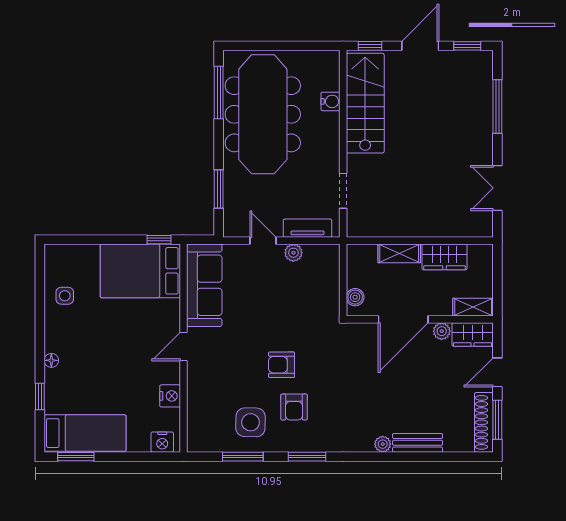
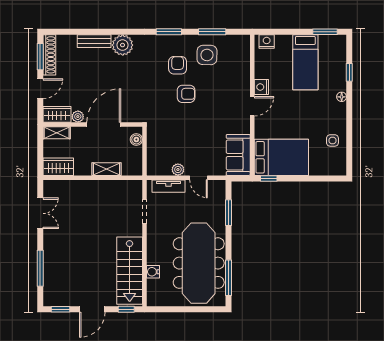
wardrobe: (445, 257) -> (58, 167), moved
sofa: (204, 285) -> (238, 155), width x0.73
nightstand: (170, 396) -> (261, 87), moved
bed: (85, 433) -> (305, 62), moved, turned -90
plant: (383, 444) -> (123, 45), width x1.87, depth x1.87

